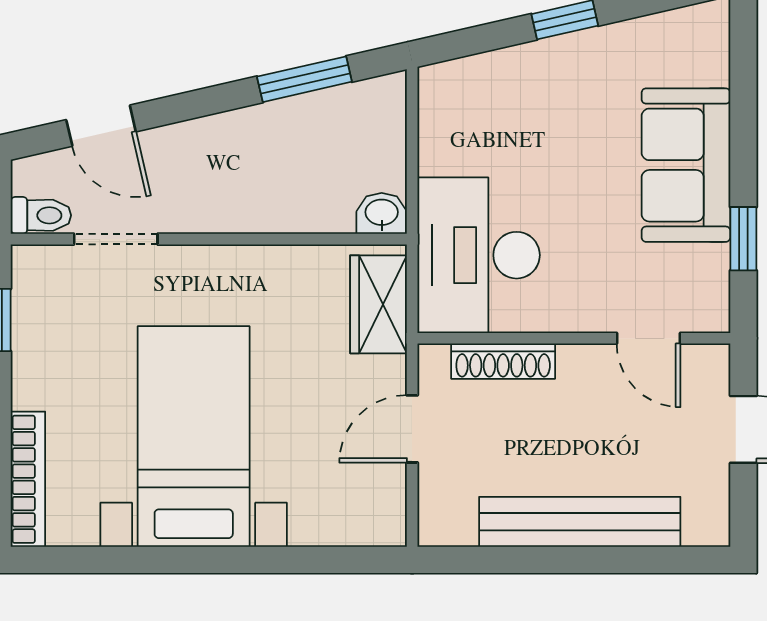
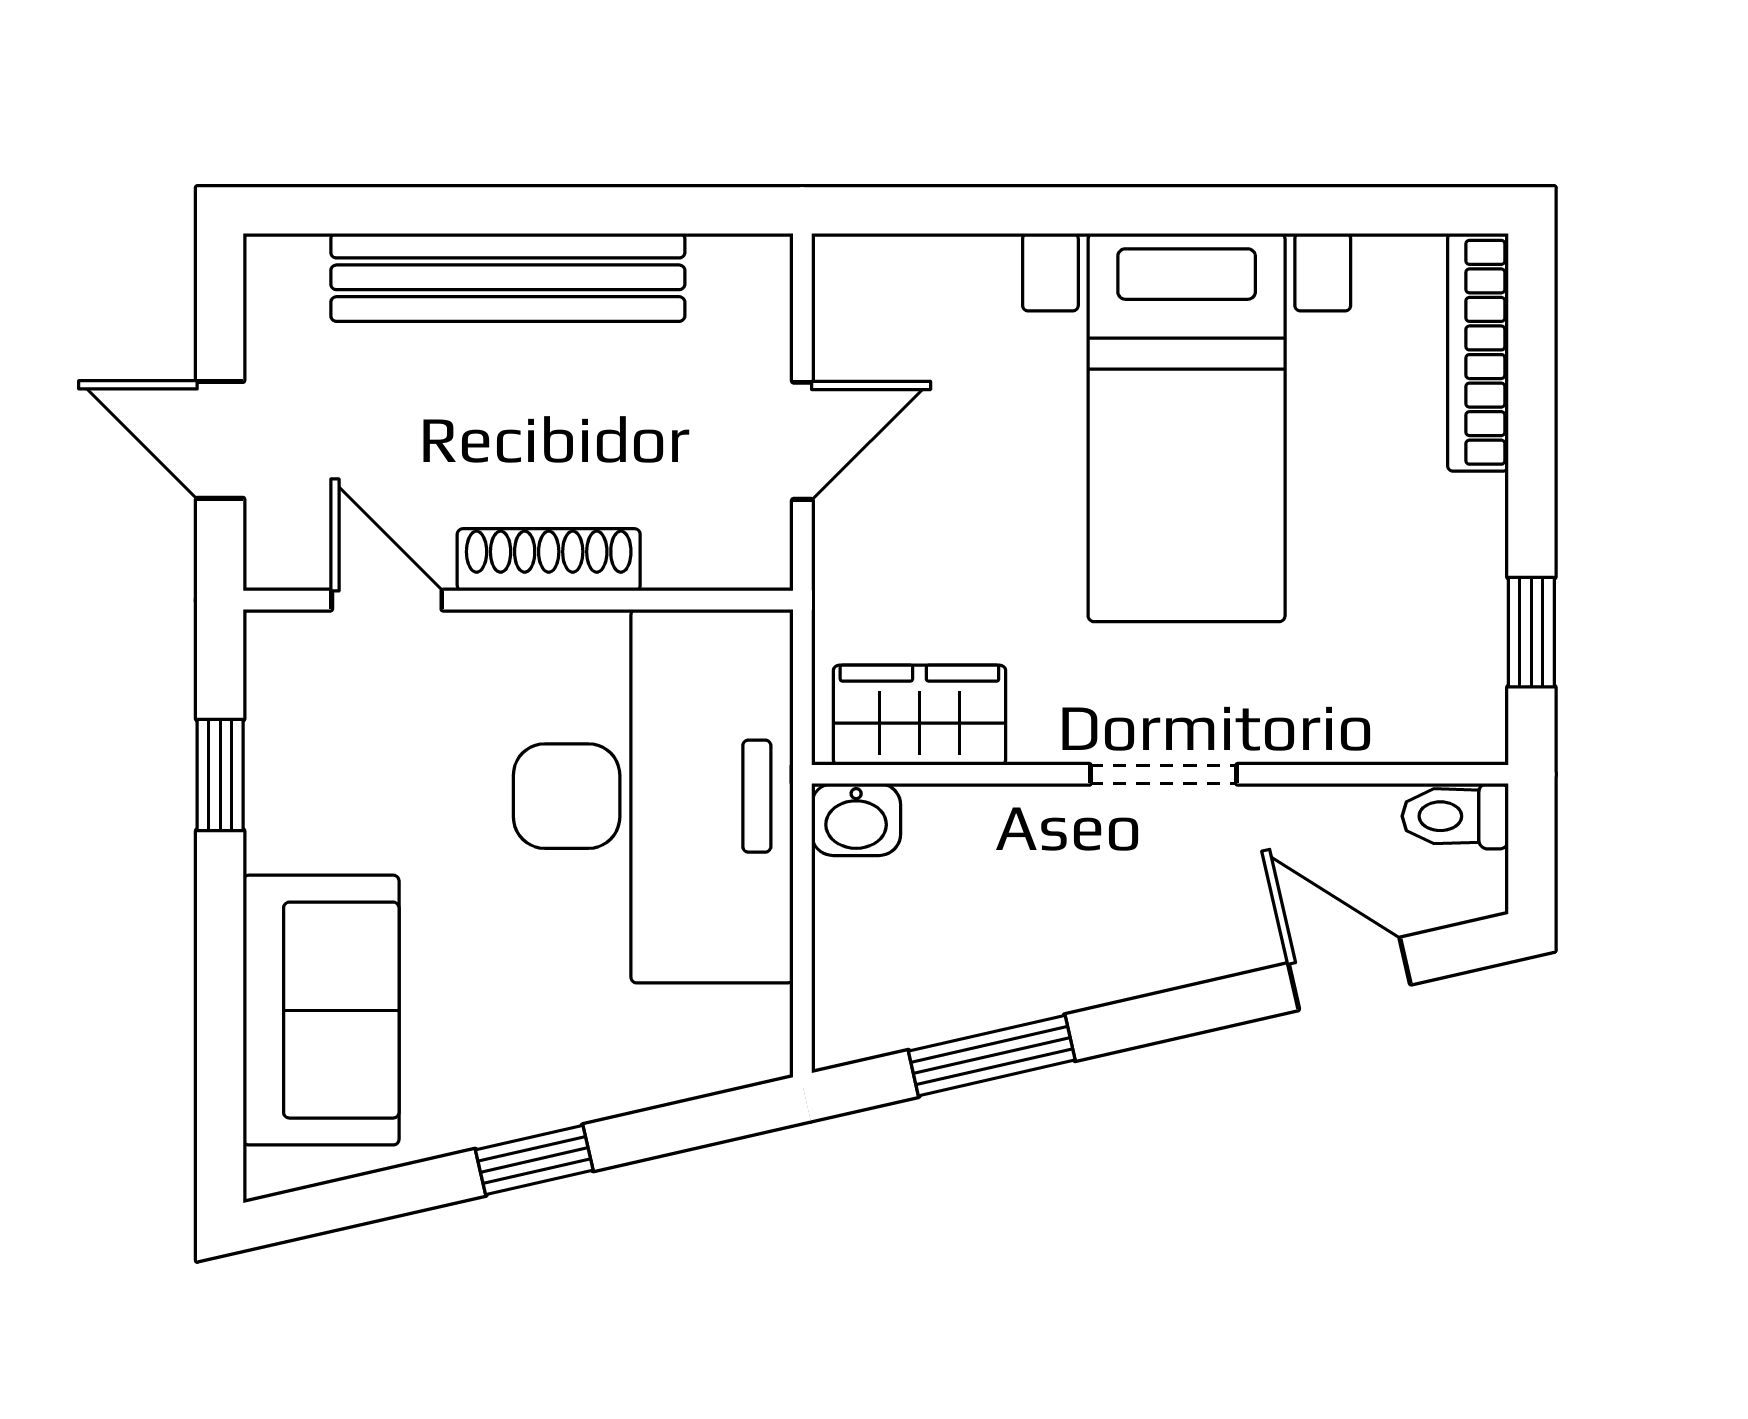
sofa: (686, 165) -> (321, 1010), moved
doorway: (116, 239) -> (1164, 774), moved
desk: (479, 255) -> (653, 796), width x1.36, depth x1.30
wardrobe: (379, 304) -> (919, 715), moved, turned -90
shoe rack: (503, 361) -> (549, 560), moved

